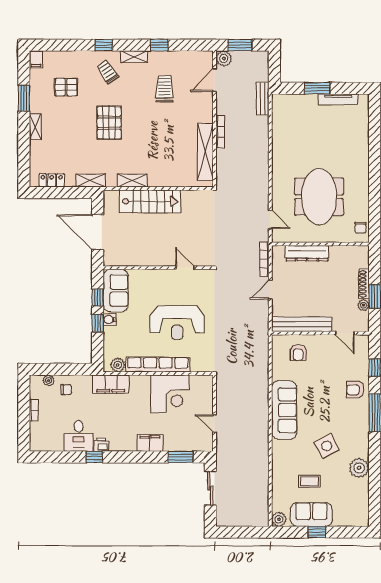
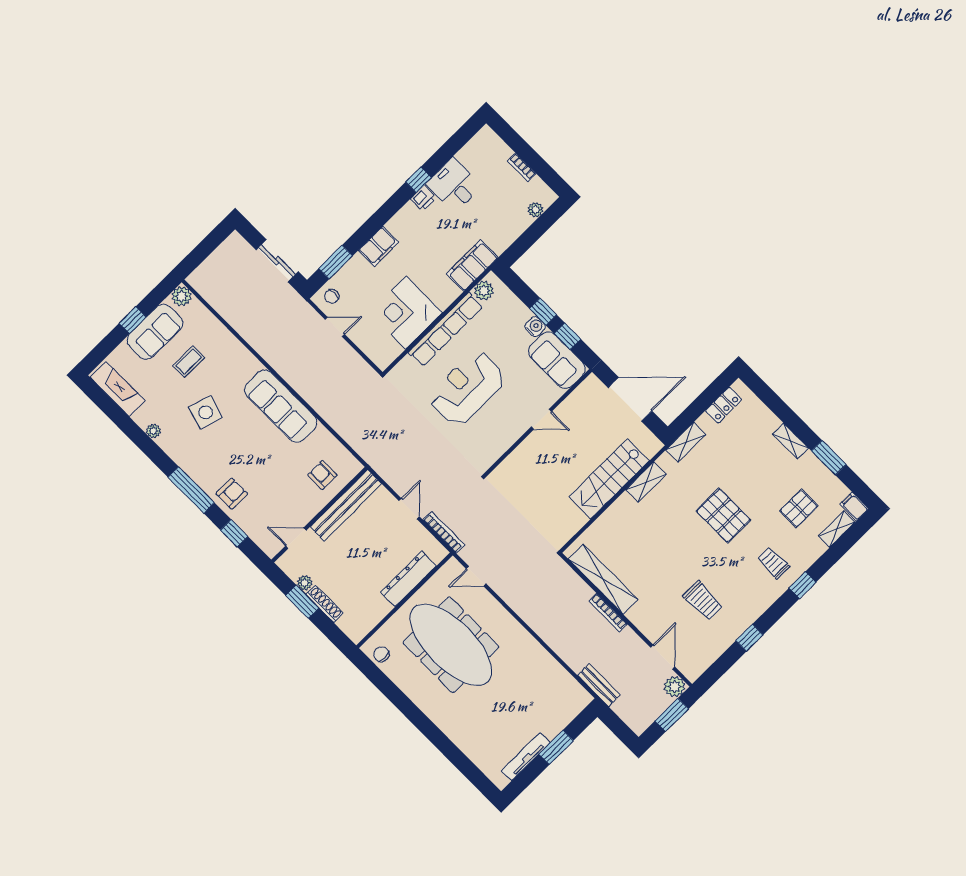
shelving: (134, 57) -> (837, 529), moved
trolley: (108, 72) -> (773, 563), turned -146
meeting table: (319, 197) -> (451, 645), width x1.36
door: (185, 268) -> (541, 419), moved
chair: (66, 390) -> (332, 296), moved
side table: (327, 446) -> (206, 412), turned 45
plant: (359, 468) -> (153, 431), width x0.53, depth x0.53
fireplace: (361, 504) -> (118, 389), added

